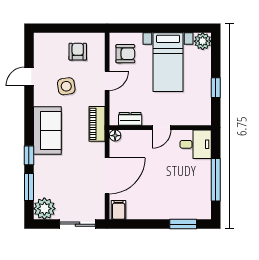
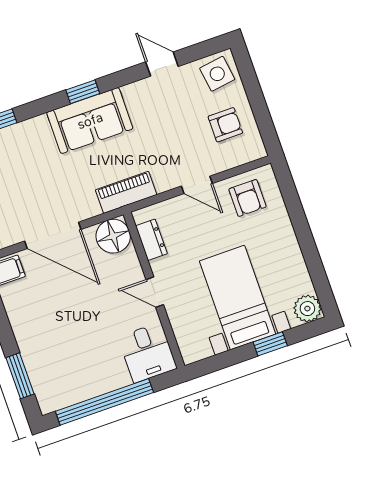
bed with nightstands: (168, 62) -> (237, 298), moved, turned 90
side table: (66, 86) -> (217, 74), moved
window: (216, 88) -> (270, 344), moved
floor lamp: (115, 136) -> (113, 236), width x1.89, depth x1.89
window: (29, 155) -> (83, 92), moved
window: (216, 180) -> (104, 402), width x1.46

